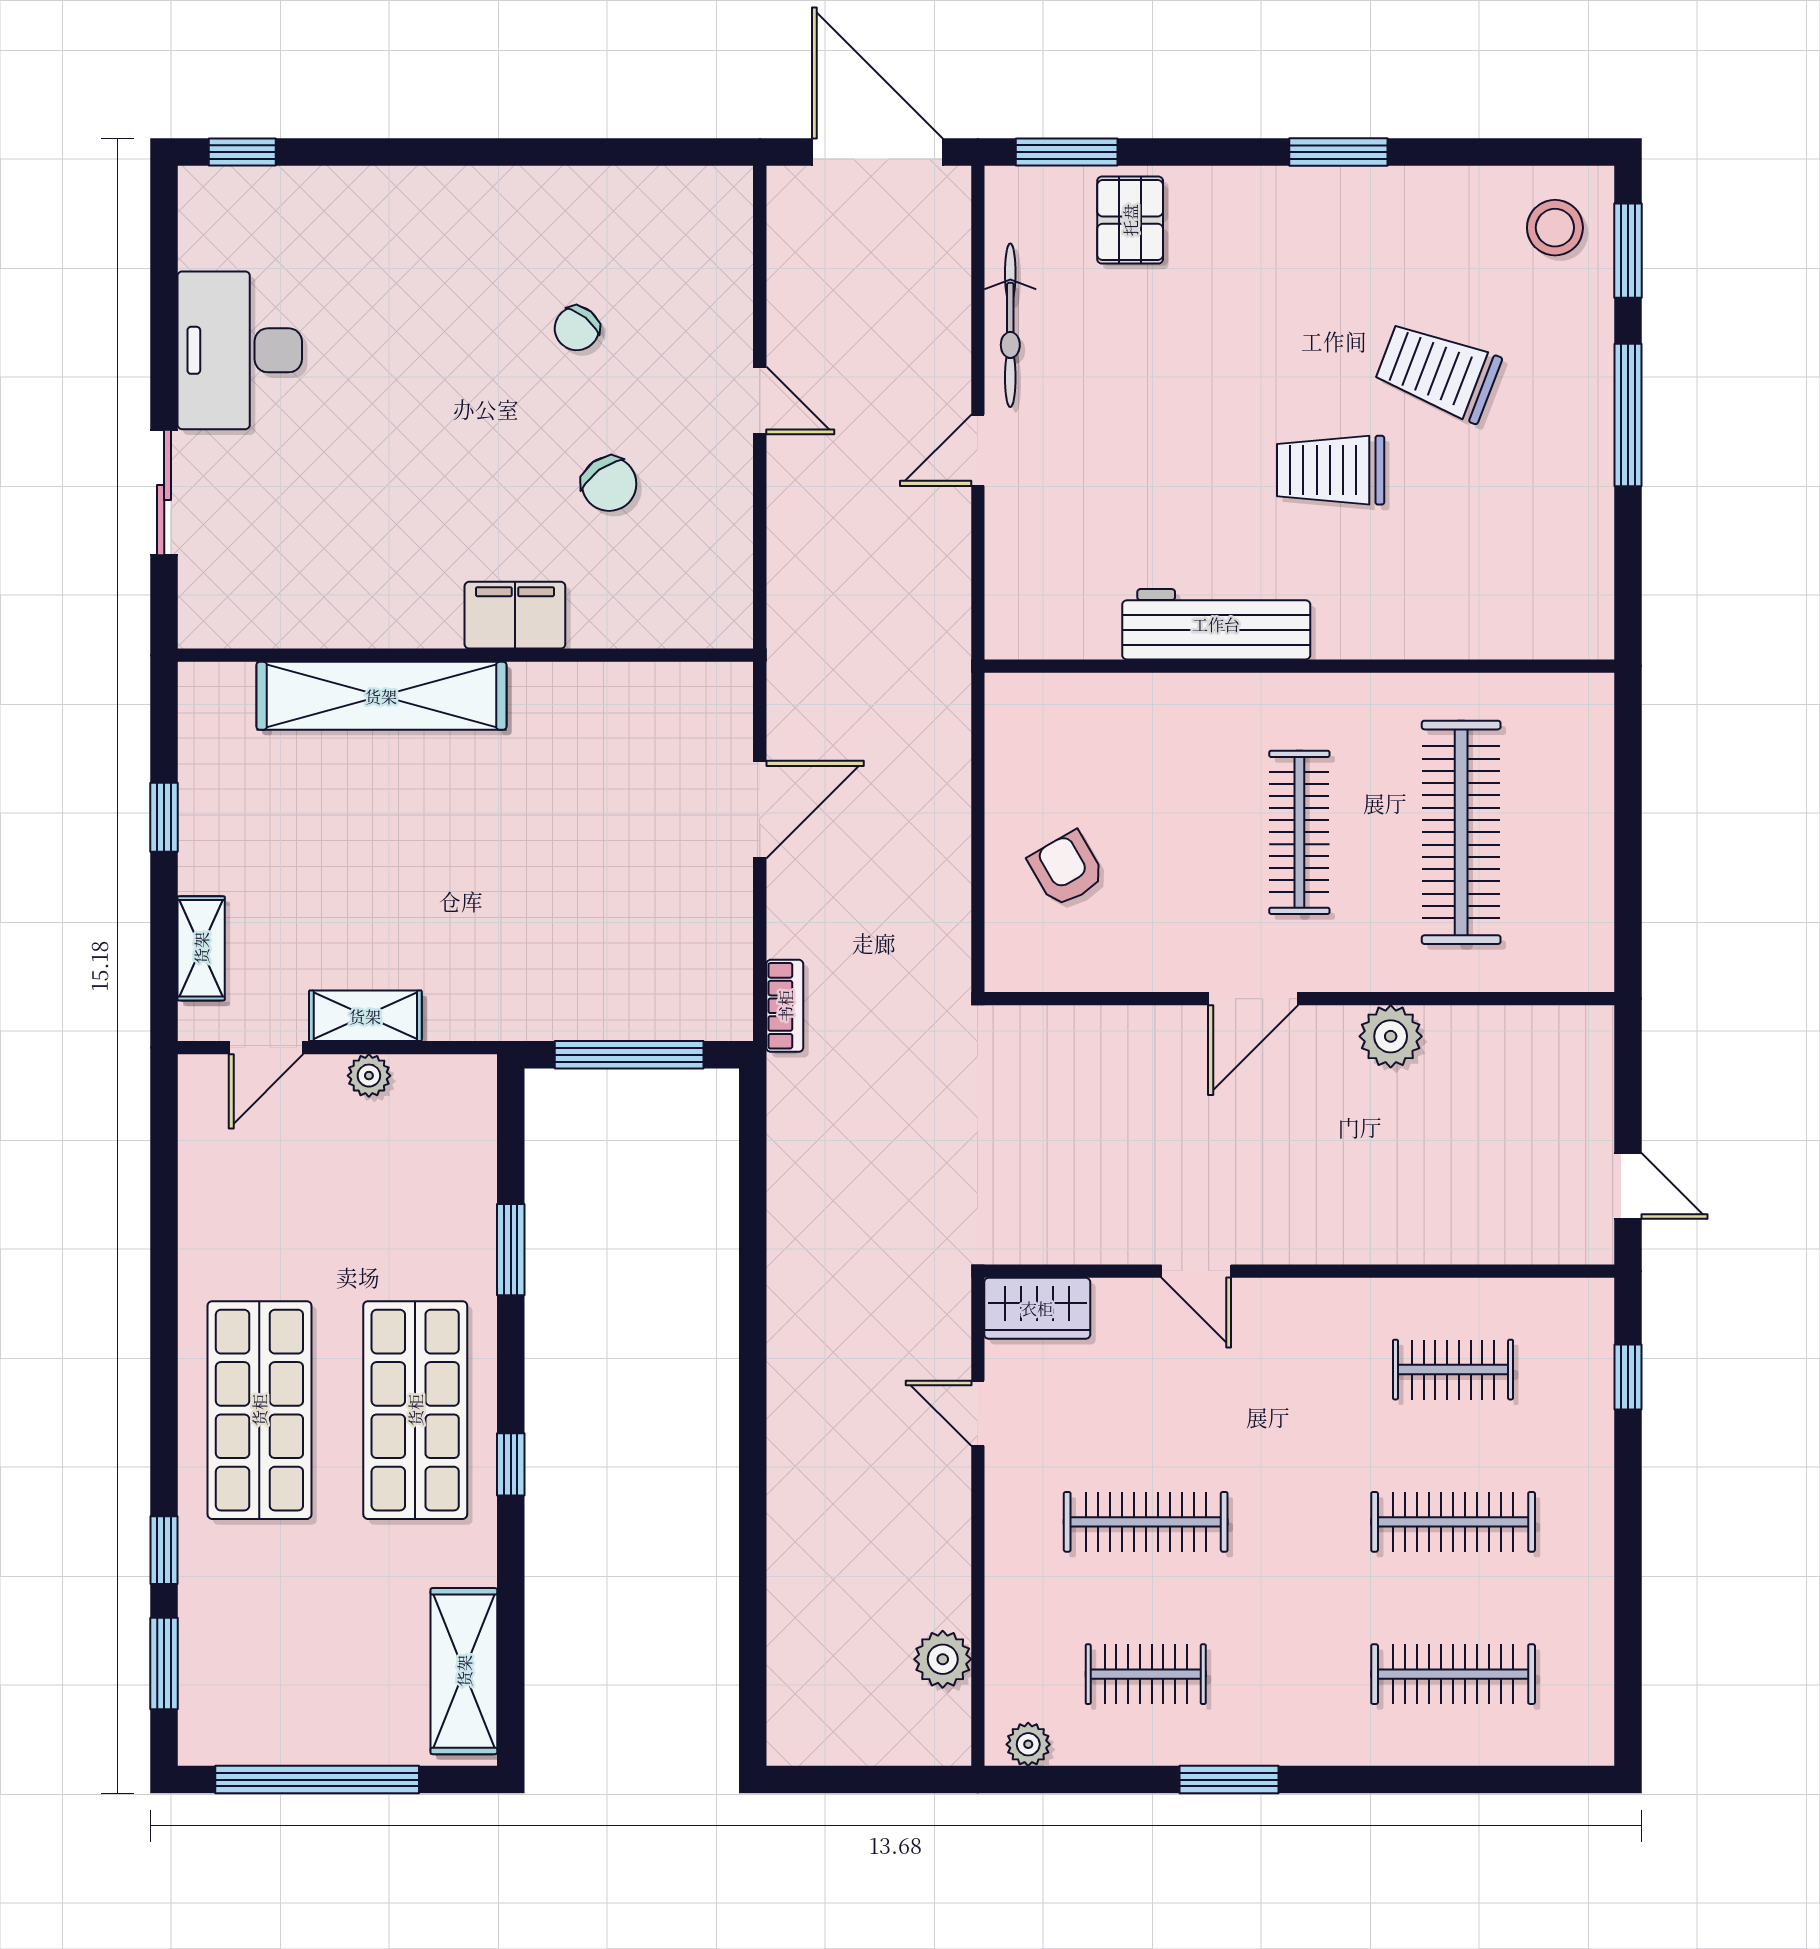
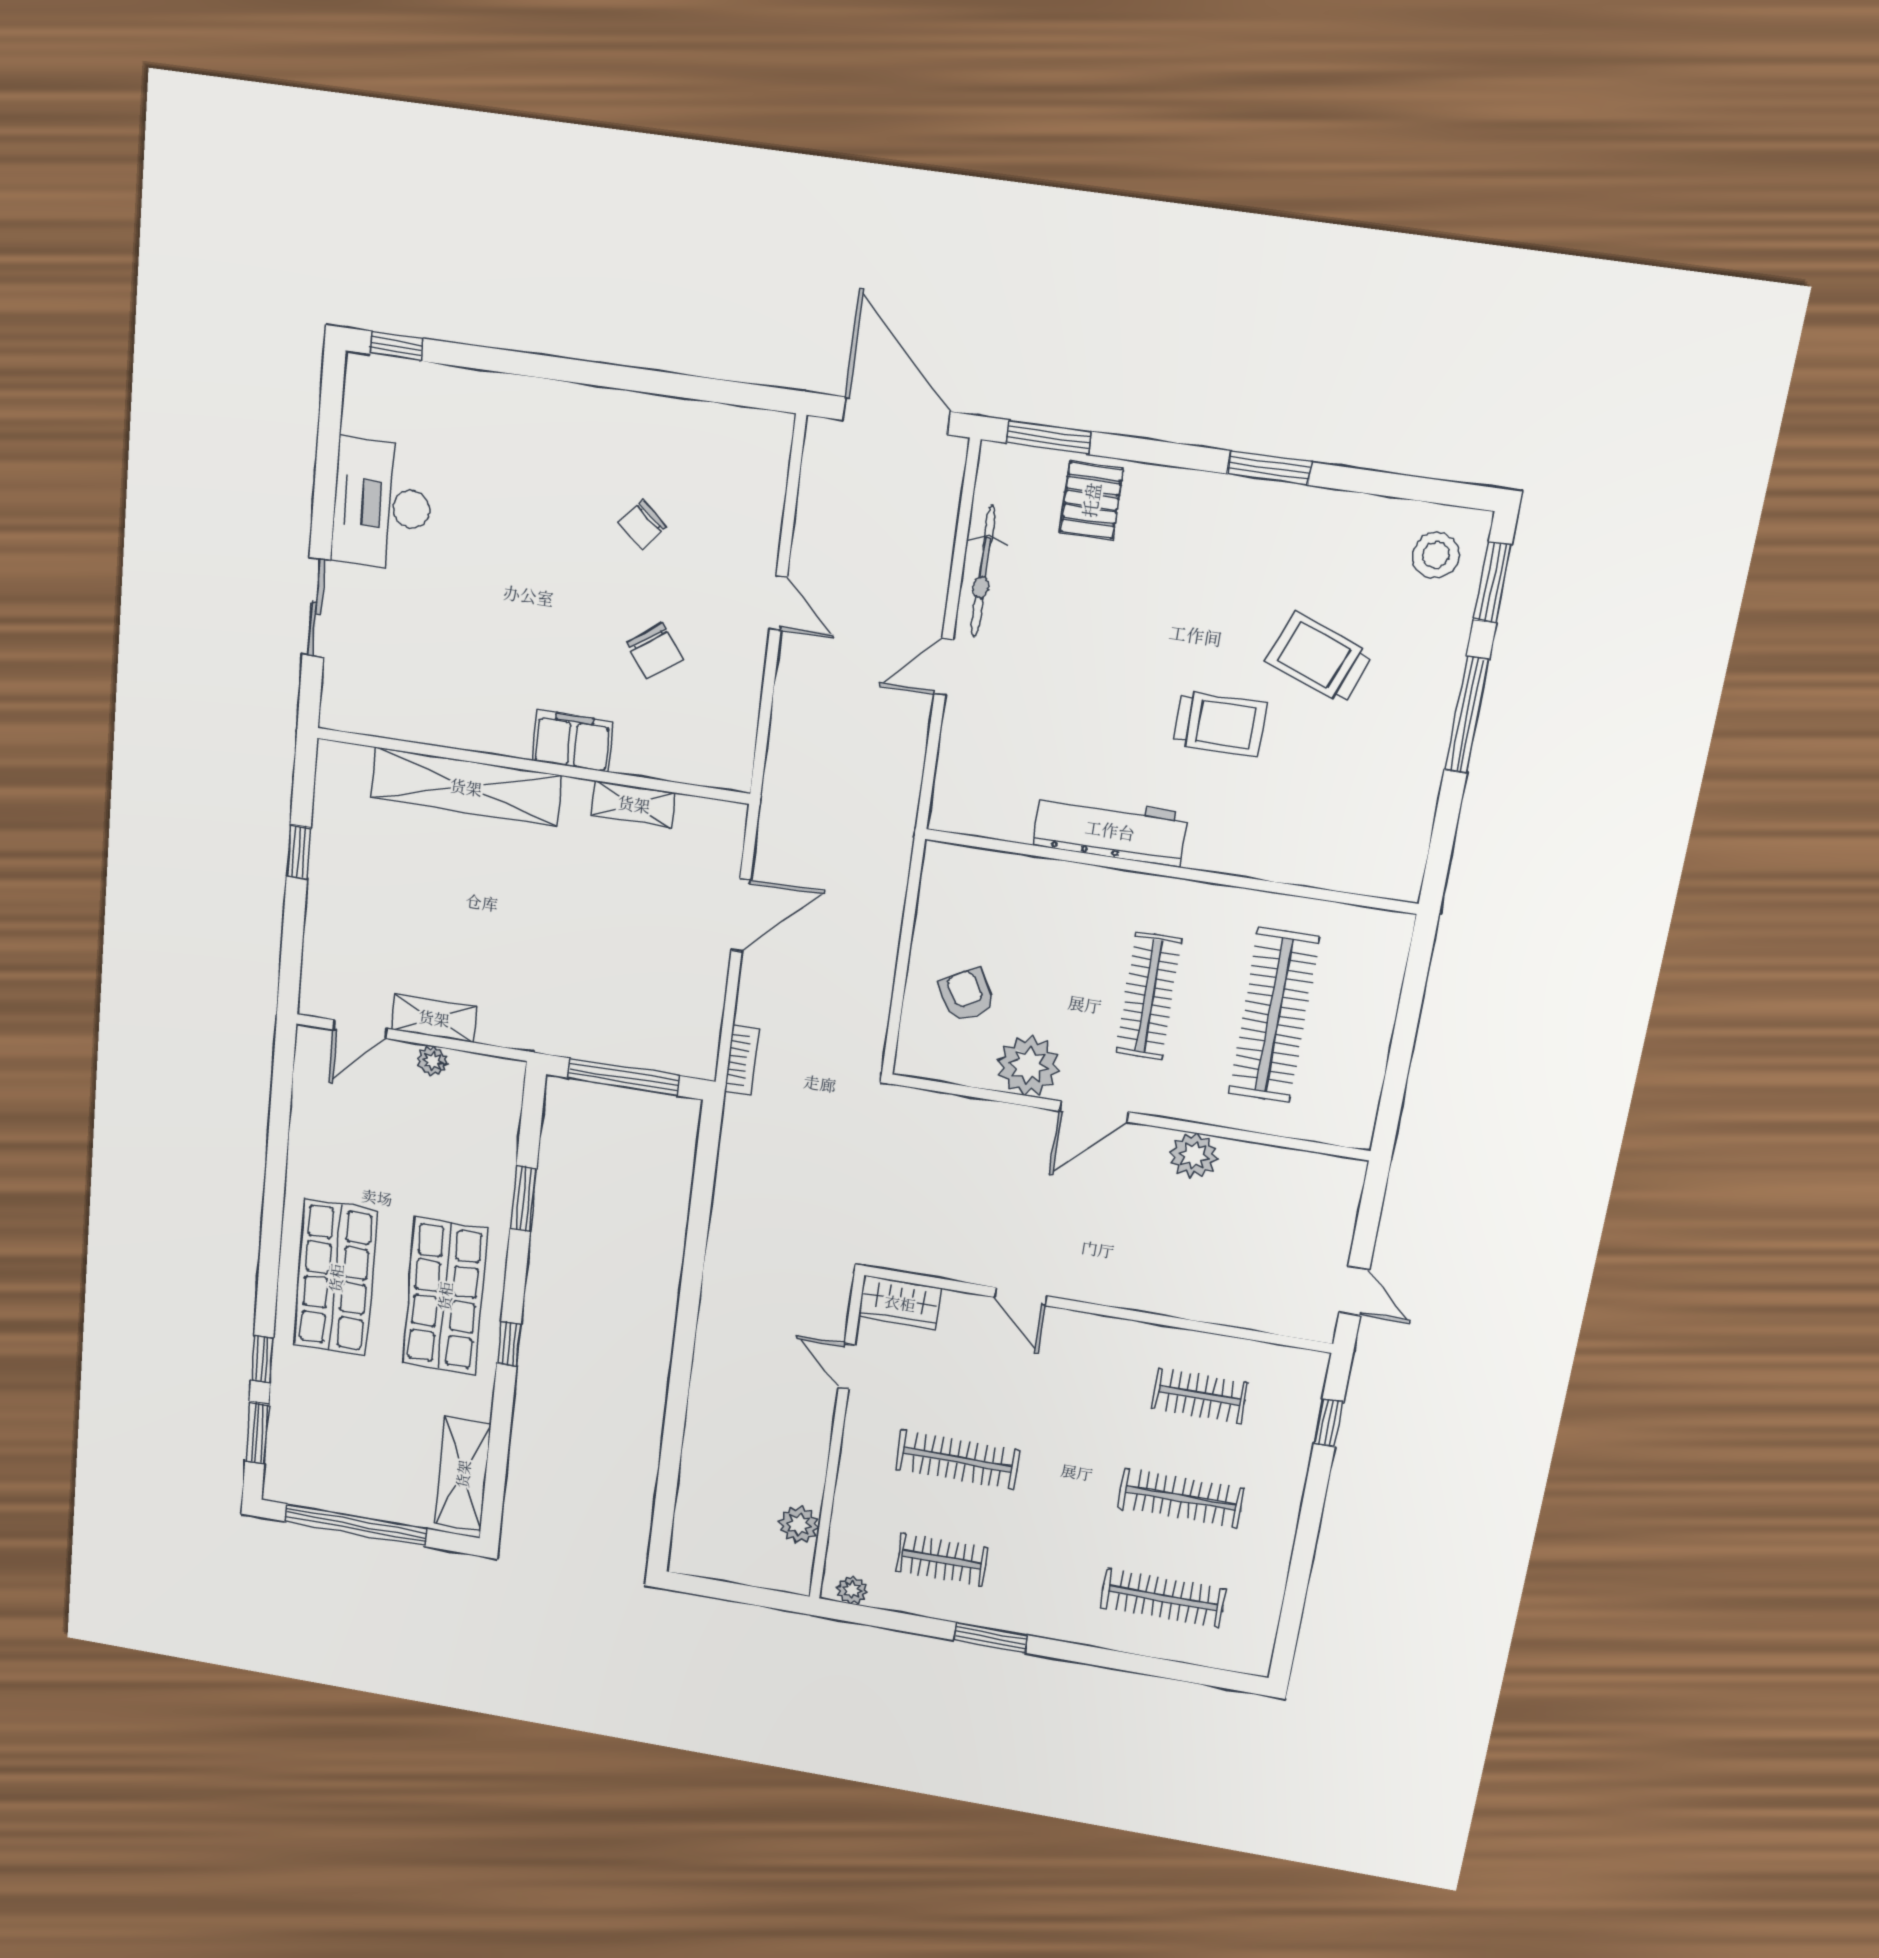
trolley: (1331, 470) -> (1220, 724), turned 180
shelving: (201, 948) -> (634, 804), moved, turned 90
plant: (1160, 951) -> (1028, 1066), added

